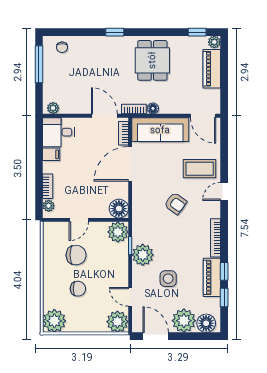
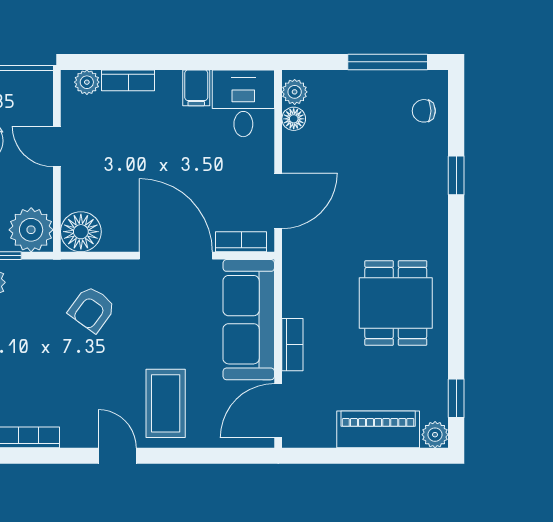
window: (115, 32) -> (456, 175), moved
dining table: (152, 60) -> (396, 303), turned 90
floor lamp: (153, 108) -> (294, 119), moved
bookcase: (134, 109) -> (292, 345), moved
armchair: (175, 203) -> (92, 309), moved

